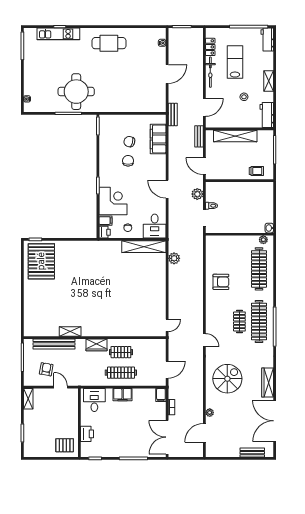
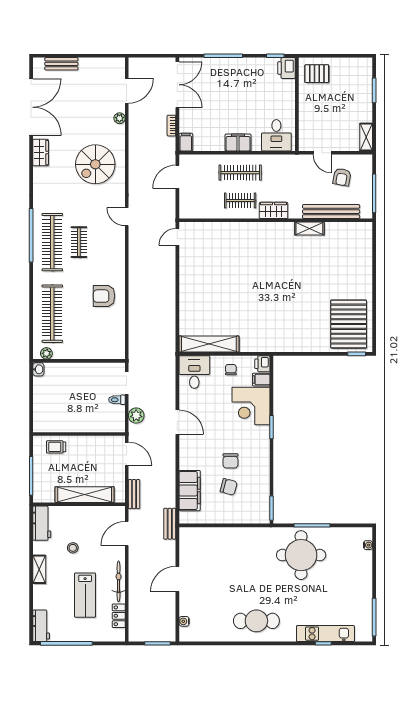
plant: (174, 258) -> (168, 328), removed
wardrobe: (268, 382) -> (41, 153), width x0.67
printer: (87, 434) -> (286, 68), moved

